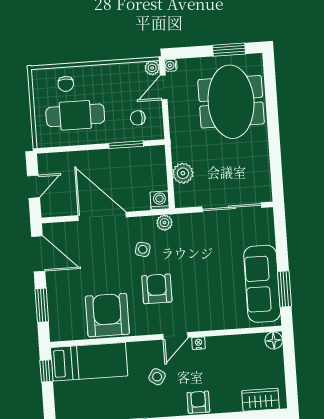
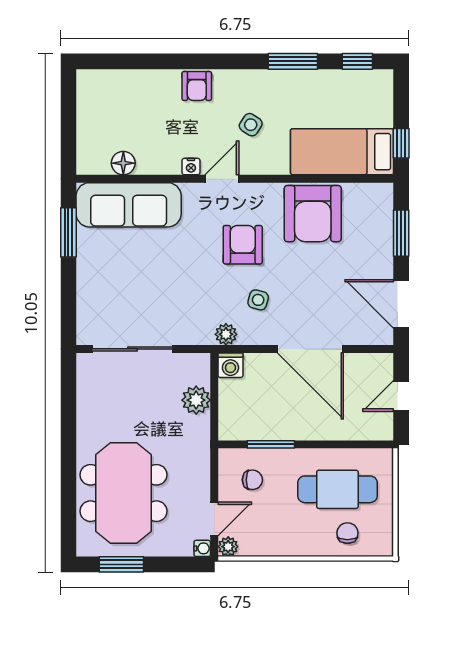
sofa: (262, 284) -> (129, 205), moved, turned 90
armchair: (157, 289) -> (243, 245), turned 180
floor lamp: (274, 340) -> (123, 163), moved
wardrobe: (261, 400) -> (112, 83), removed

